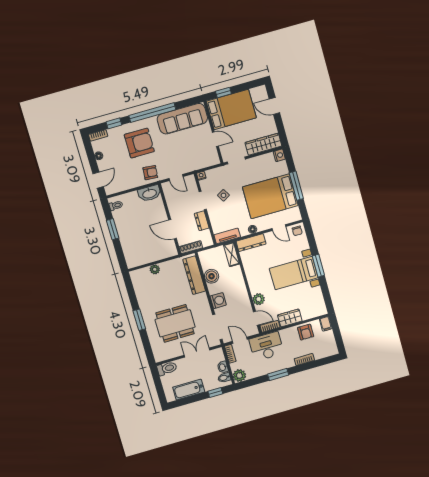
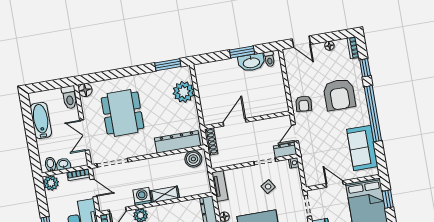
sofa: (182, 119) -> (362, 148), width x0.73
door: (215, 139) -> (335, 184), swing flipped
washbasin: (149, 193) -> (251, 62), moved, turned -90
dresser: (202, 221) -> (285, 150), moved
shelving: (231, 254) -> (165, 194), moved
plant: (155, 269) -> (184, 92), width x1.87, depth x1.87
boiler: (212, 276) -> (193, 159), moved
washing machine: (218, 301) -> (142, 196), moved, turned 180
window: (139, 320) -> (168, 65), moved
door: (240, 340) -> (94, 188), hinge flipped
double door: (197, 353) -> (84, 135), swing flipped
floor lamp: (159, 356) -> (85, 90), added
window: (215, 393) -> (34, 152), removed

